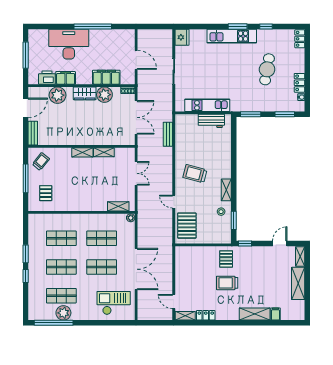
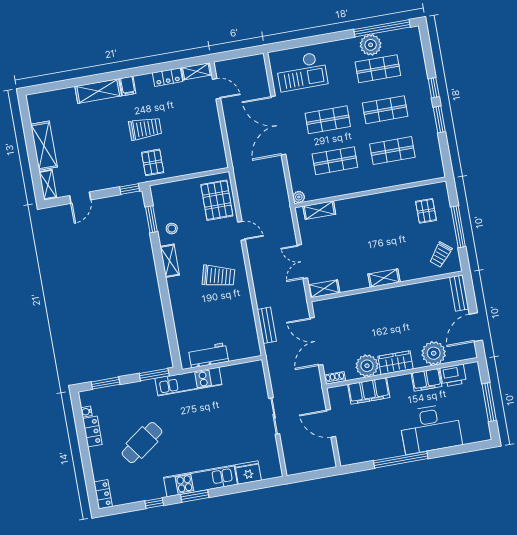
fridge: (182, 37) -> (248, 473), moved, turned 90
cafe table: (267, 69) -> (142, 443), turned 44
kitchen unit: (207, 105) -> (188, 382), moved
shelving: (104, 152) -> (324, 289), moved
filing cabinet: (275, 314) -> (128, 86), moved

